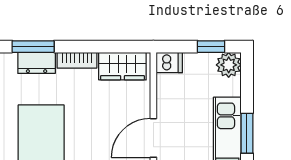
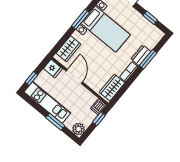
window: (211, 47) -> (99, 119), moved
window: (247, 133) -> (55, 122), moved

